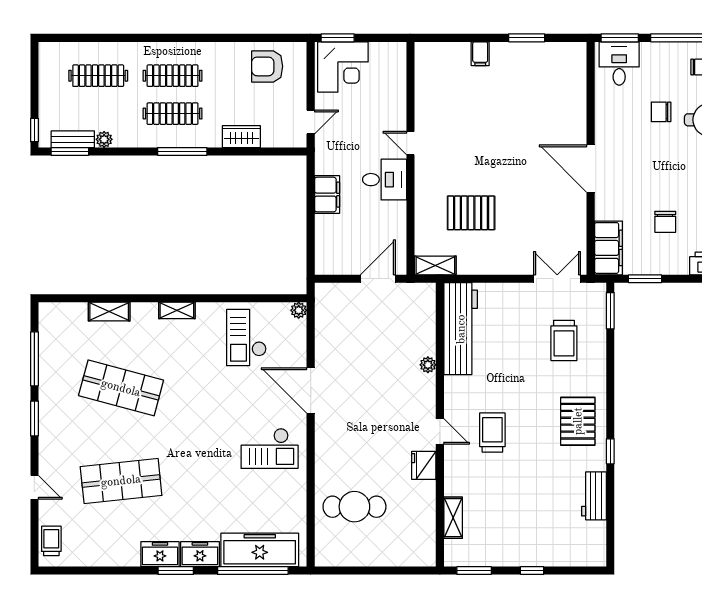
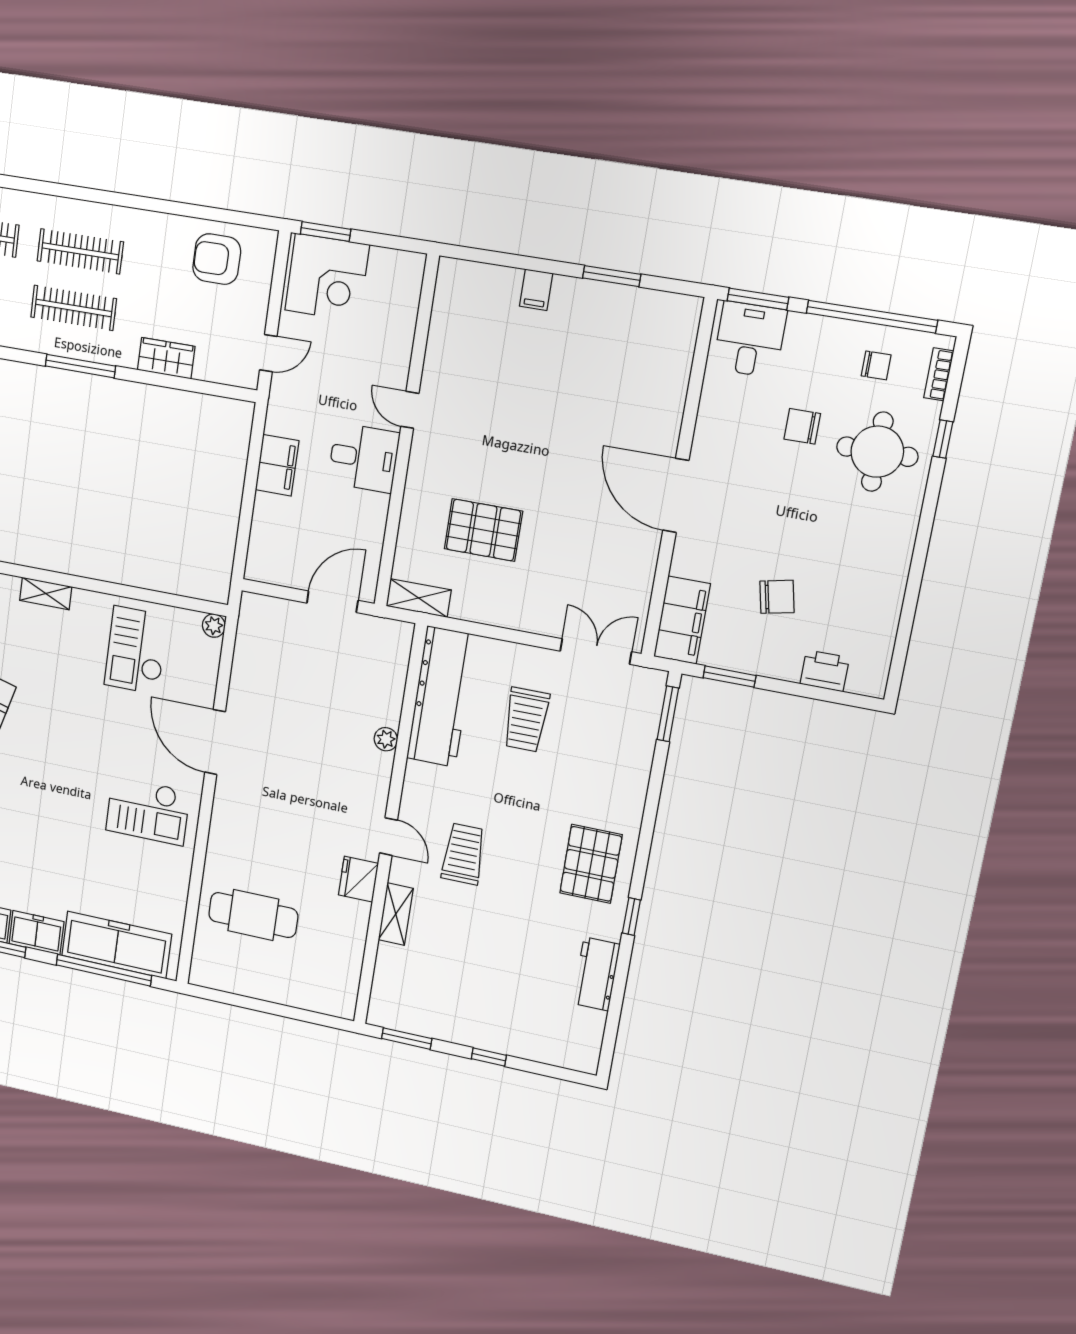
chair: (665, 222) -> (777, 597), turned -102
trolley: (564, 340) -> (526, 720), moved
shelving: (453, 518) -> (396, 914), moved

